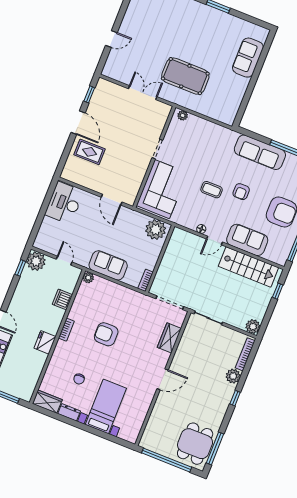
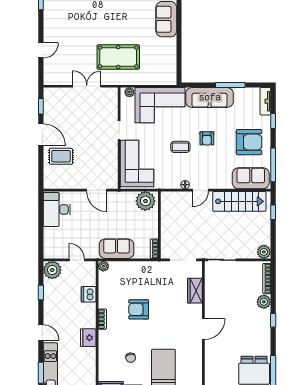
corner sofa: (208, 140) -> (160, 105), added
sofa: (247, 240) -> (251, 178), moved
window: (20, 268) -> (41, 292), moved

